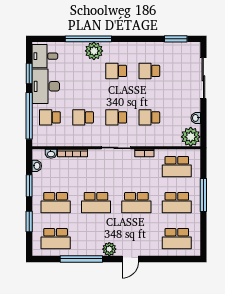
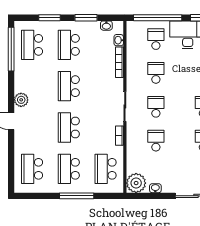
window: (81, 259) -> (11, 49), moved

